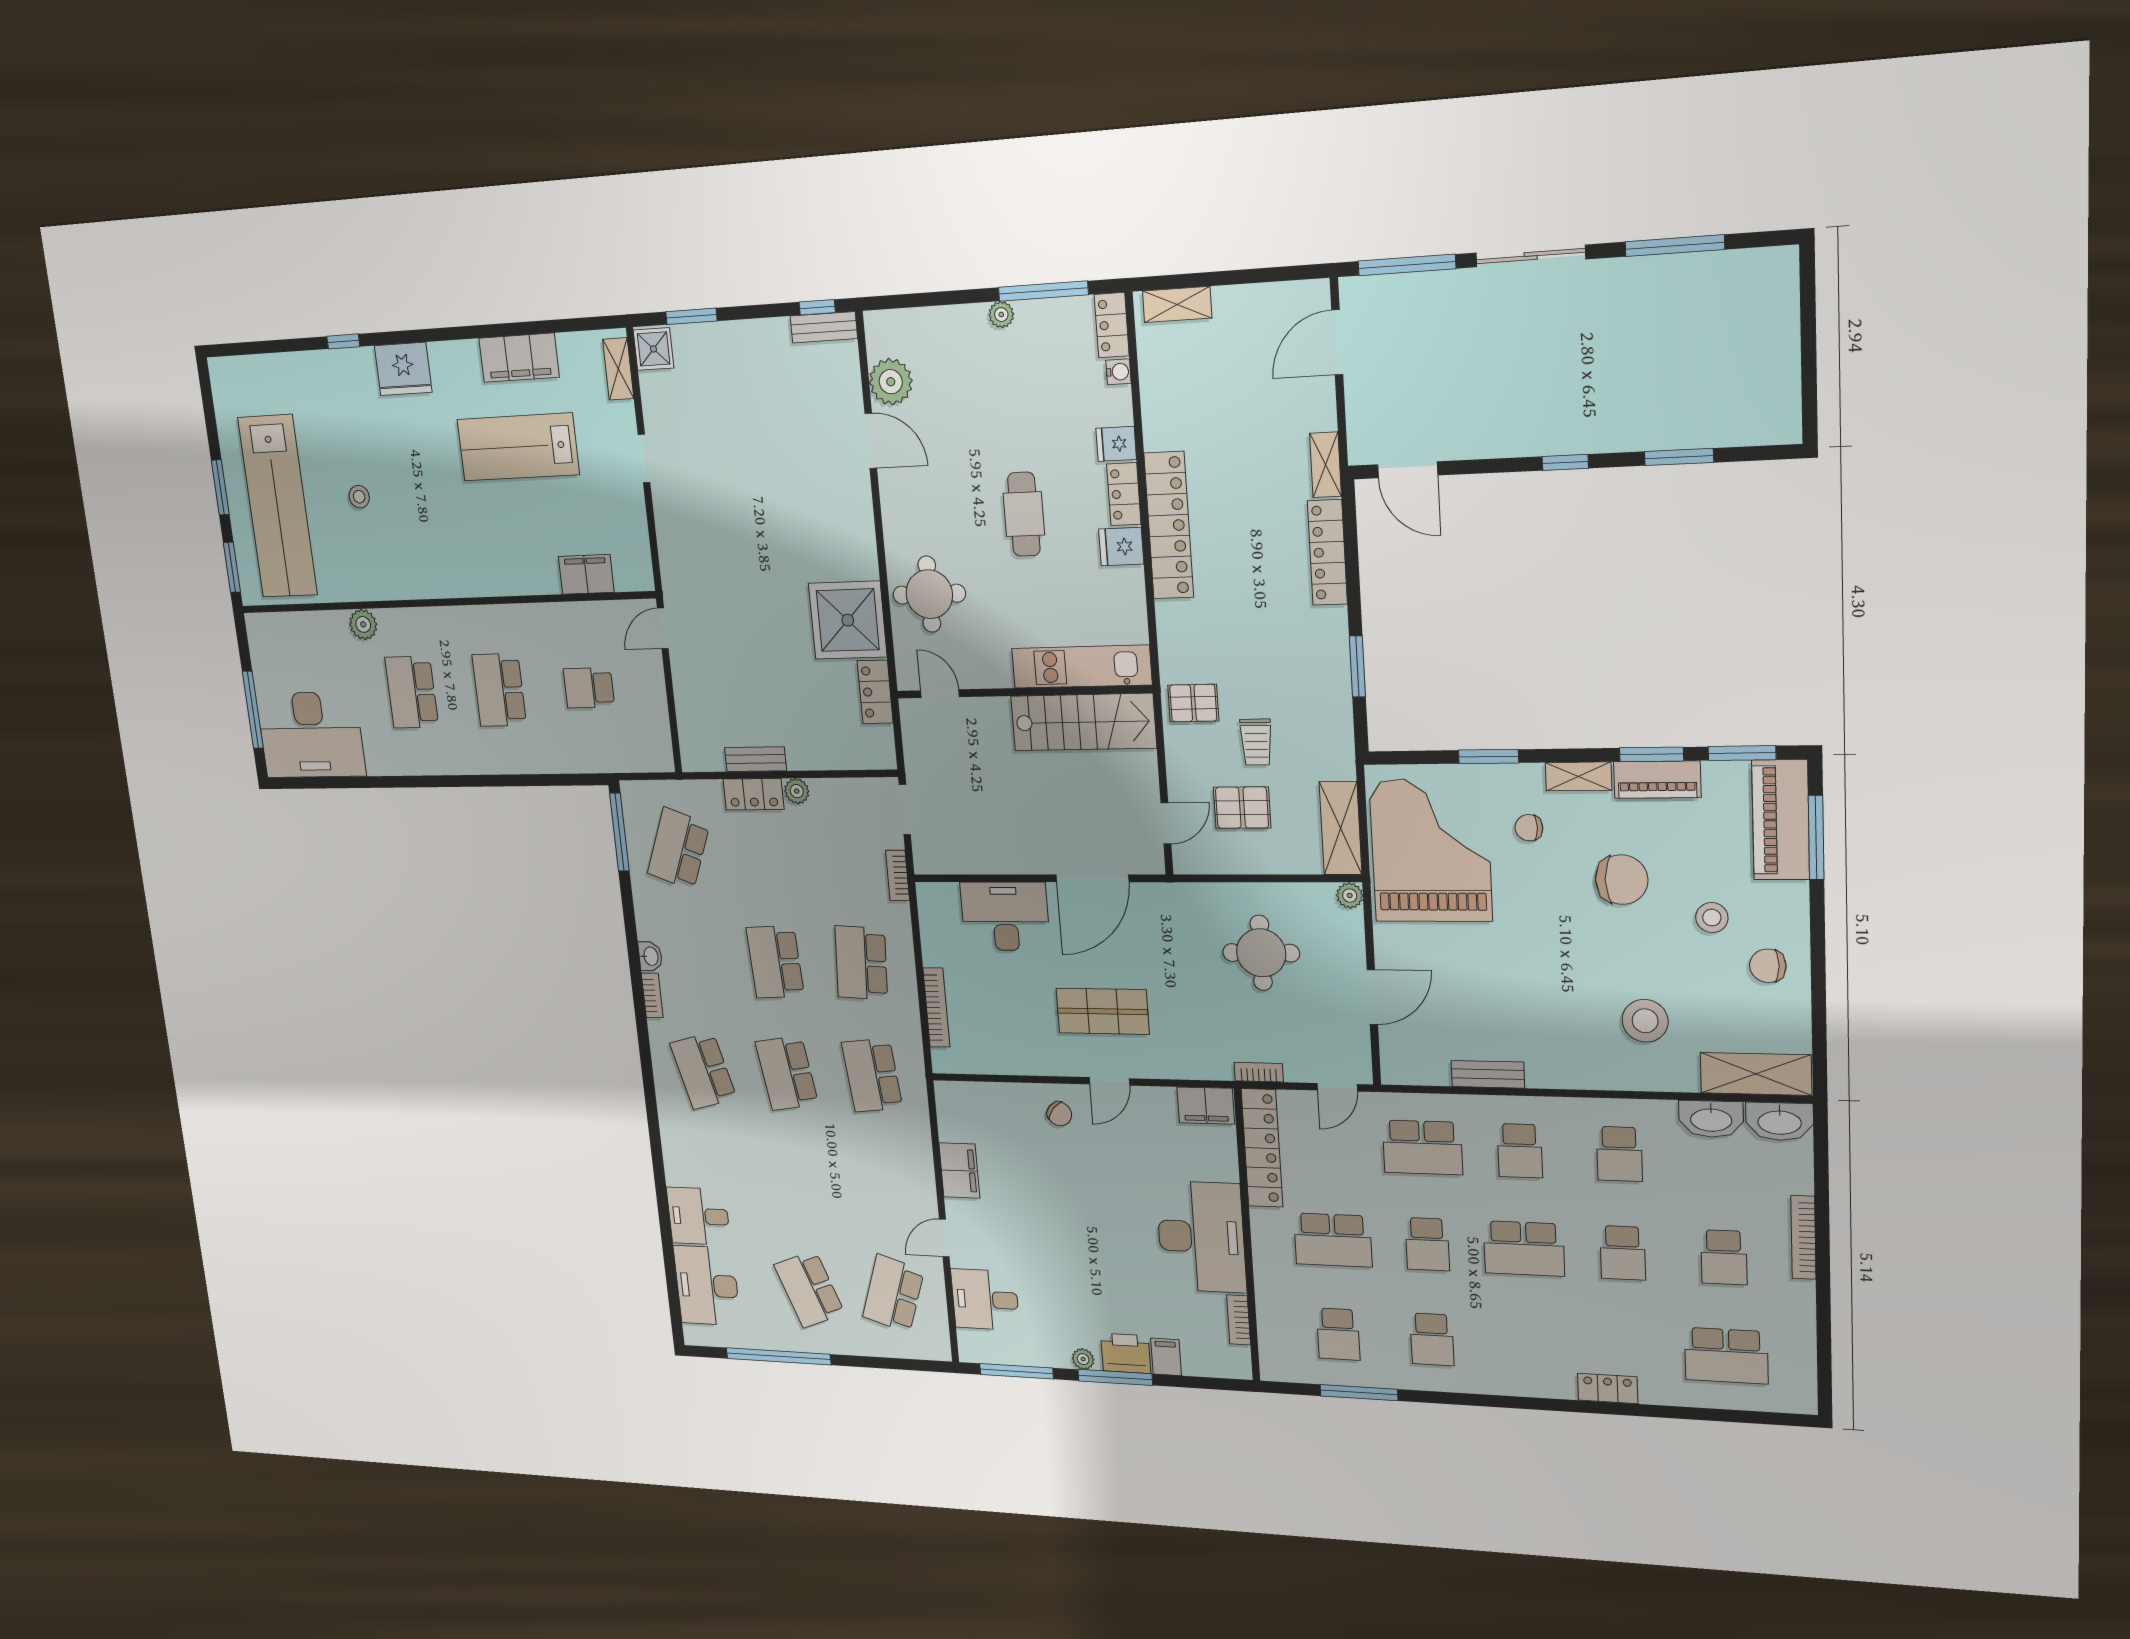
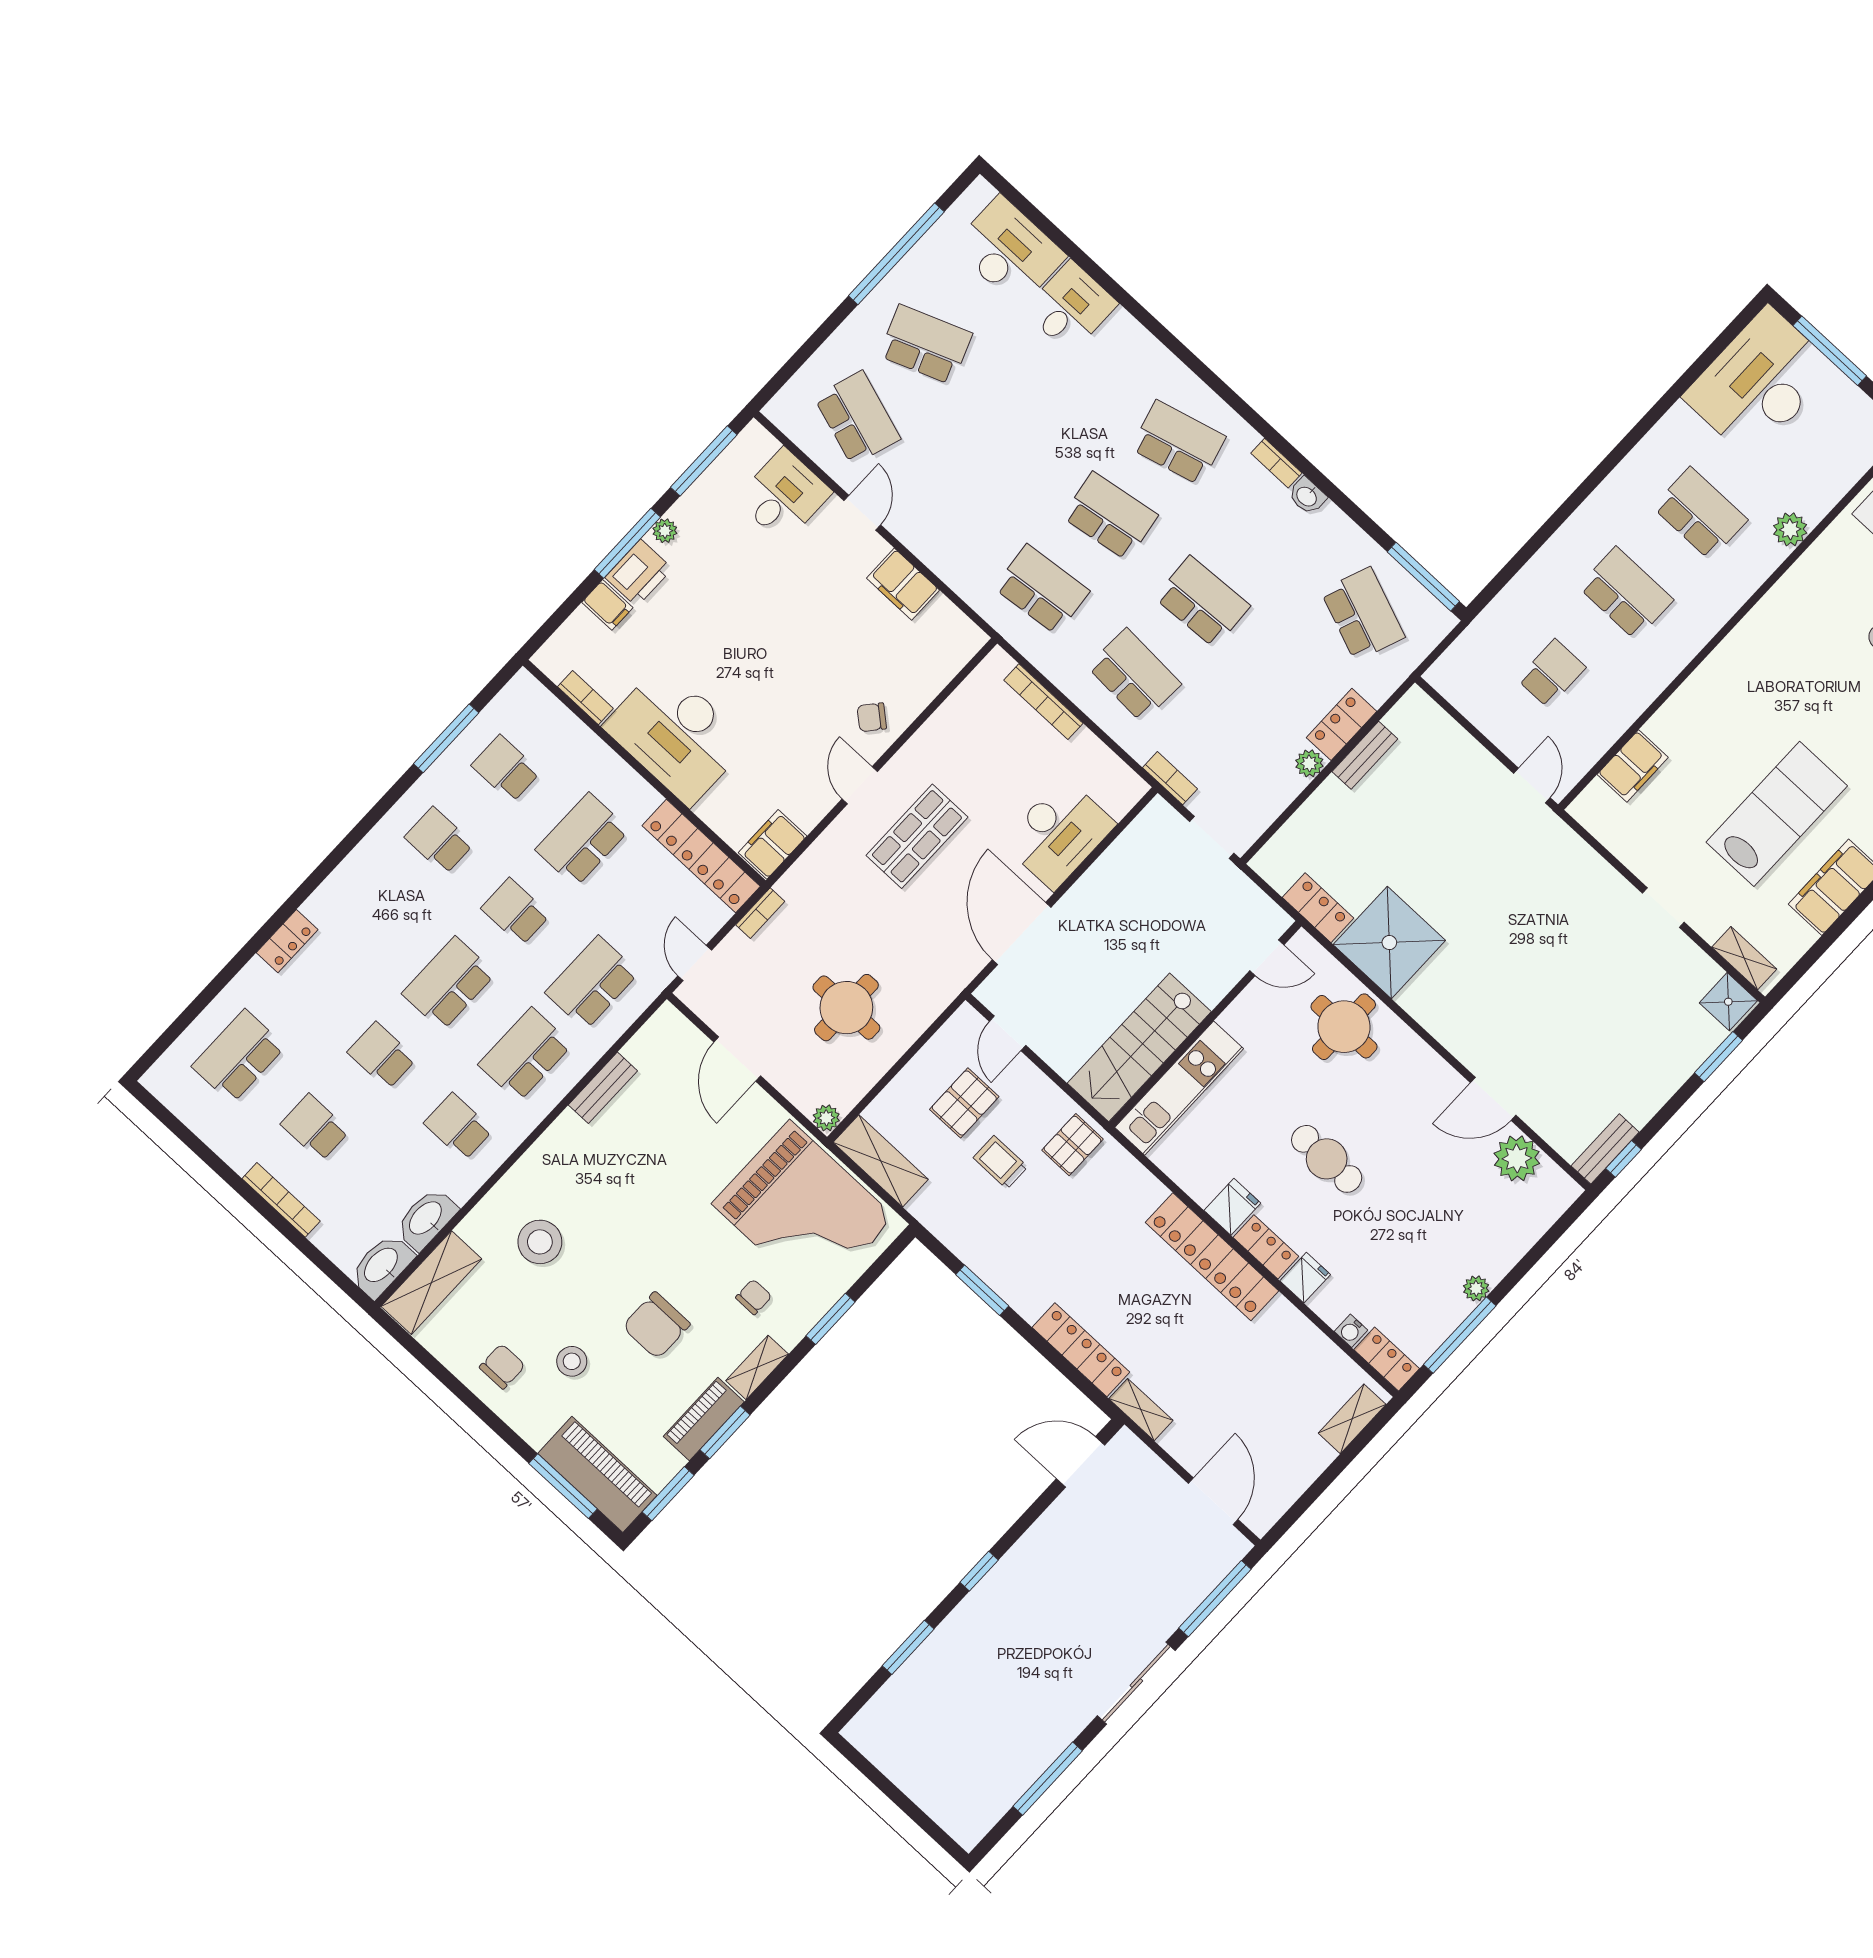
school desk: (1520, 1151) -> (525, 1055), width x1.85

